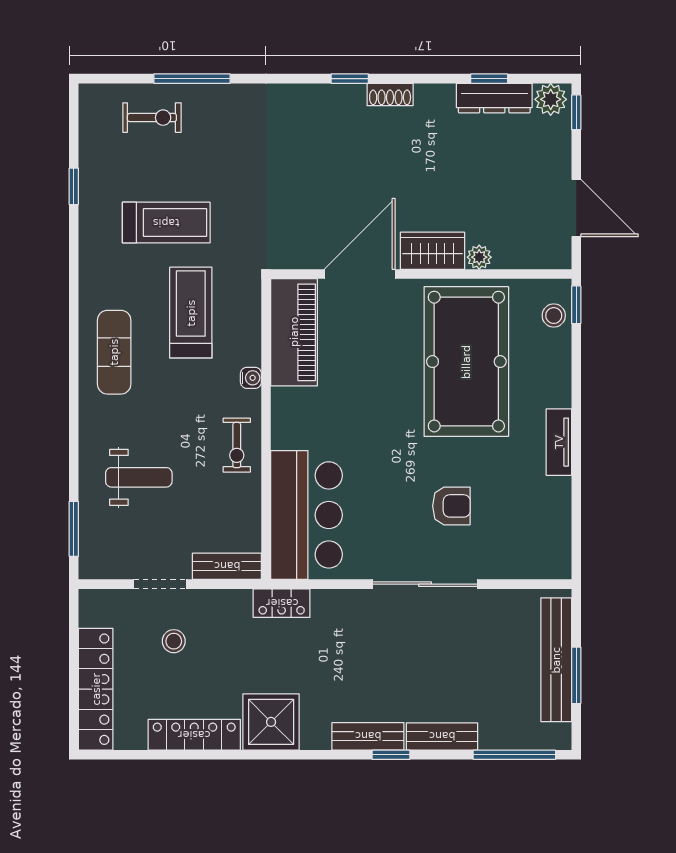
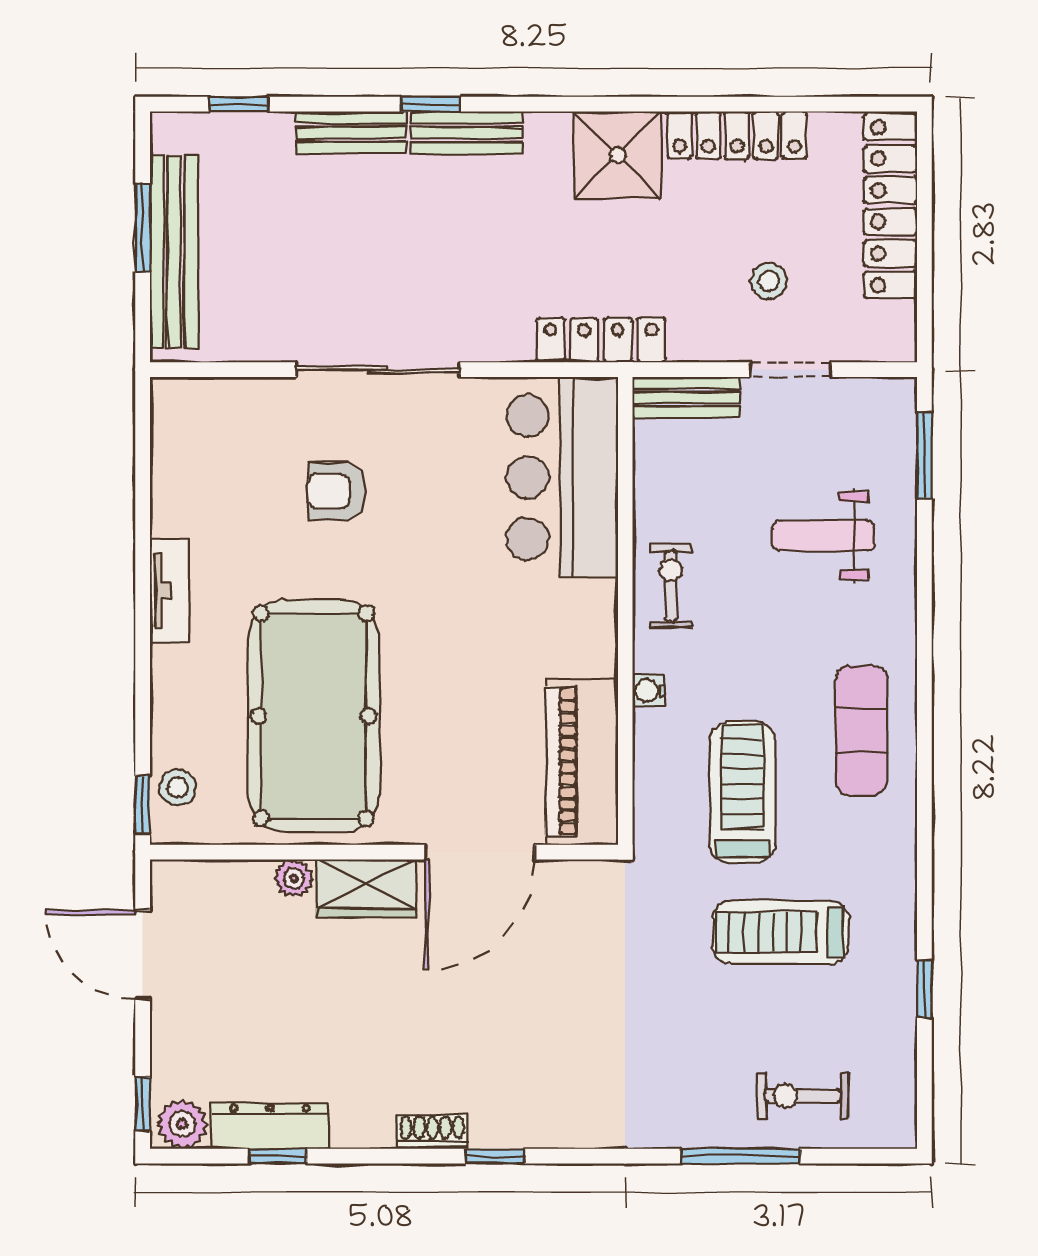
treadmill: (191, 313) -> (742, 792), turned 180
locker: (282, 603) -> (601, 340), width x1.53
window: (514, 755) -> (239, 104), width x0.46

